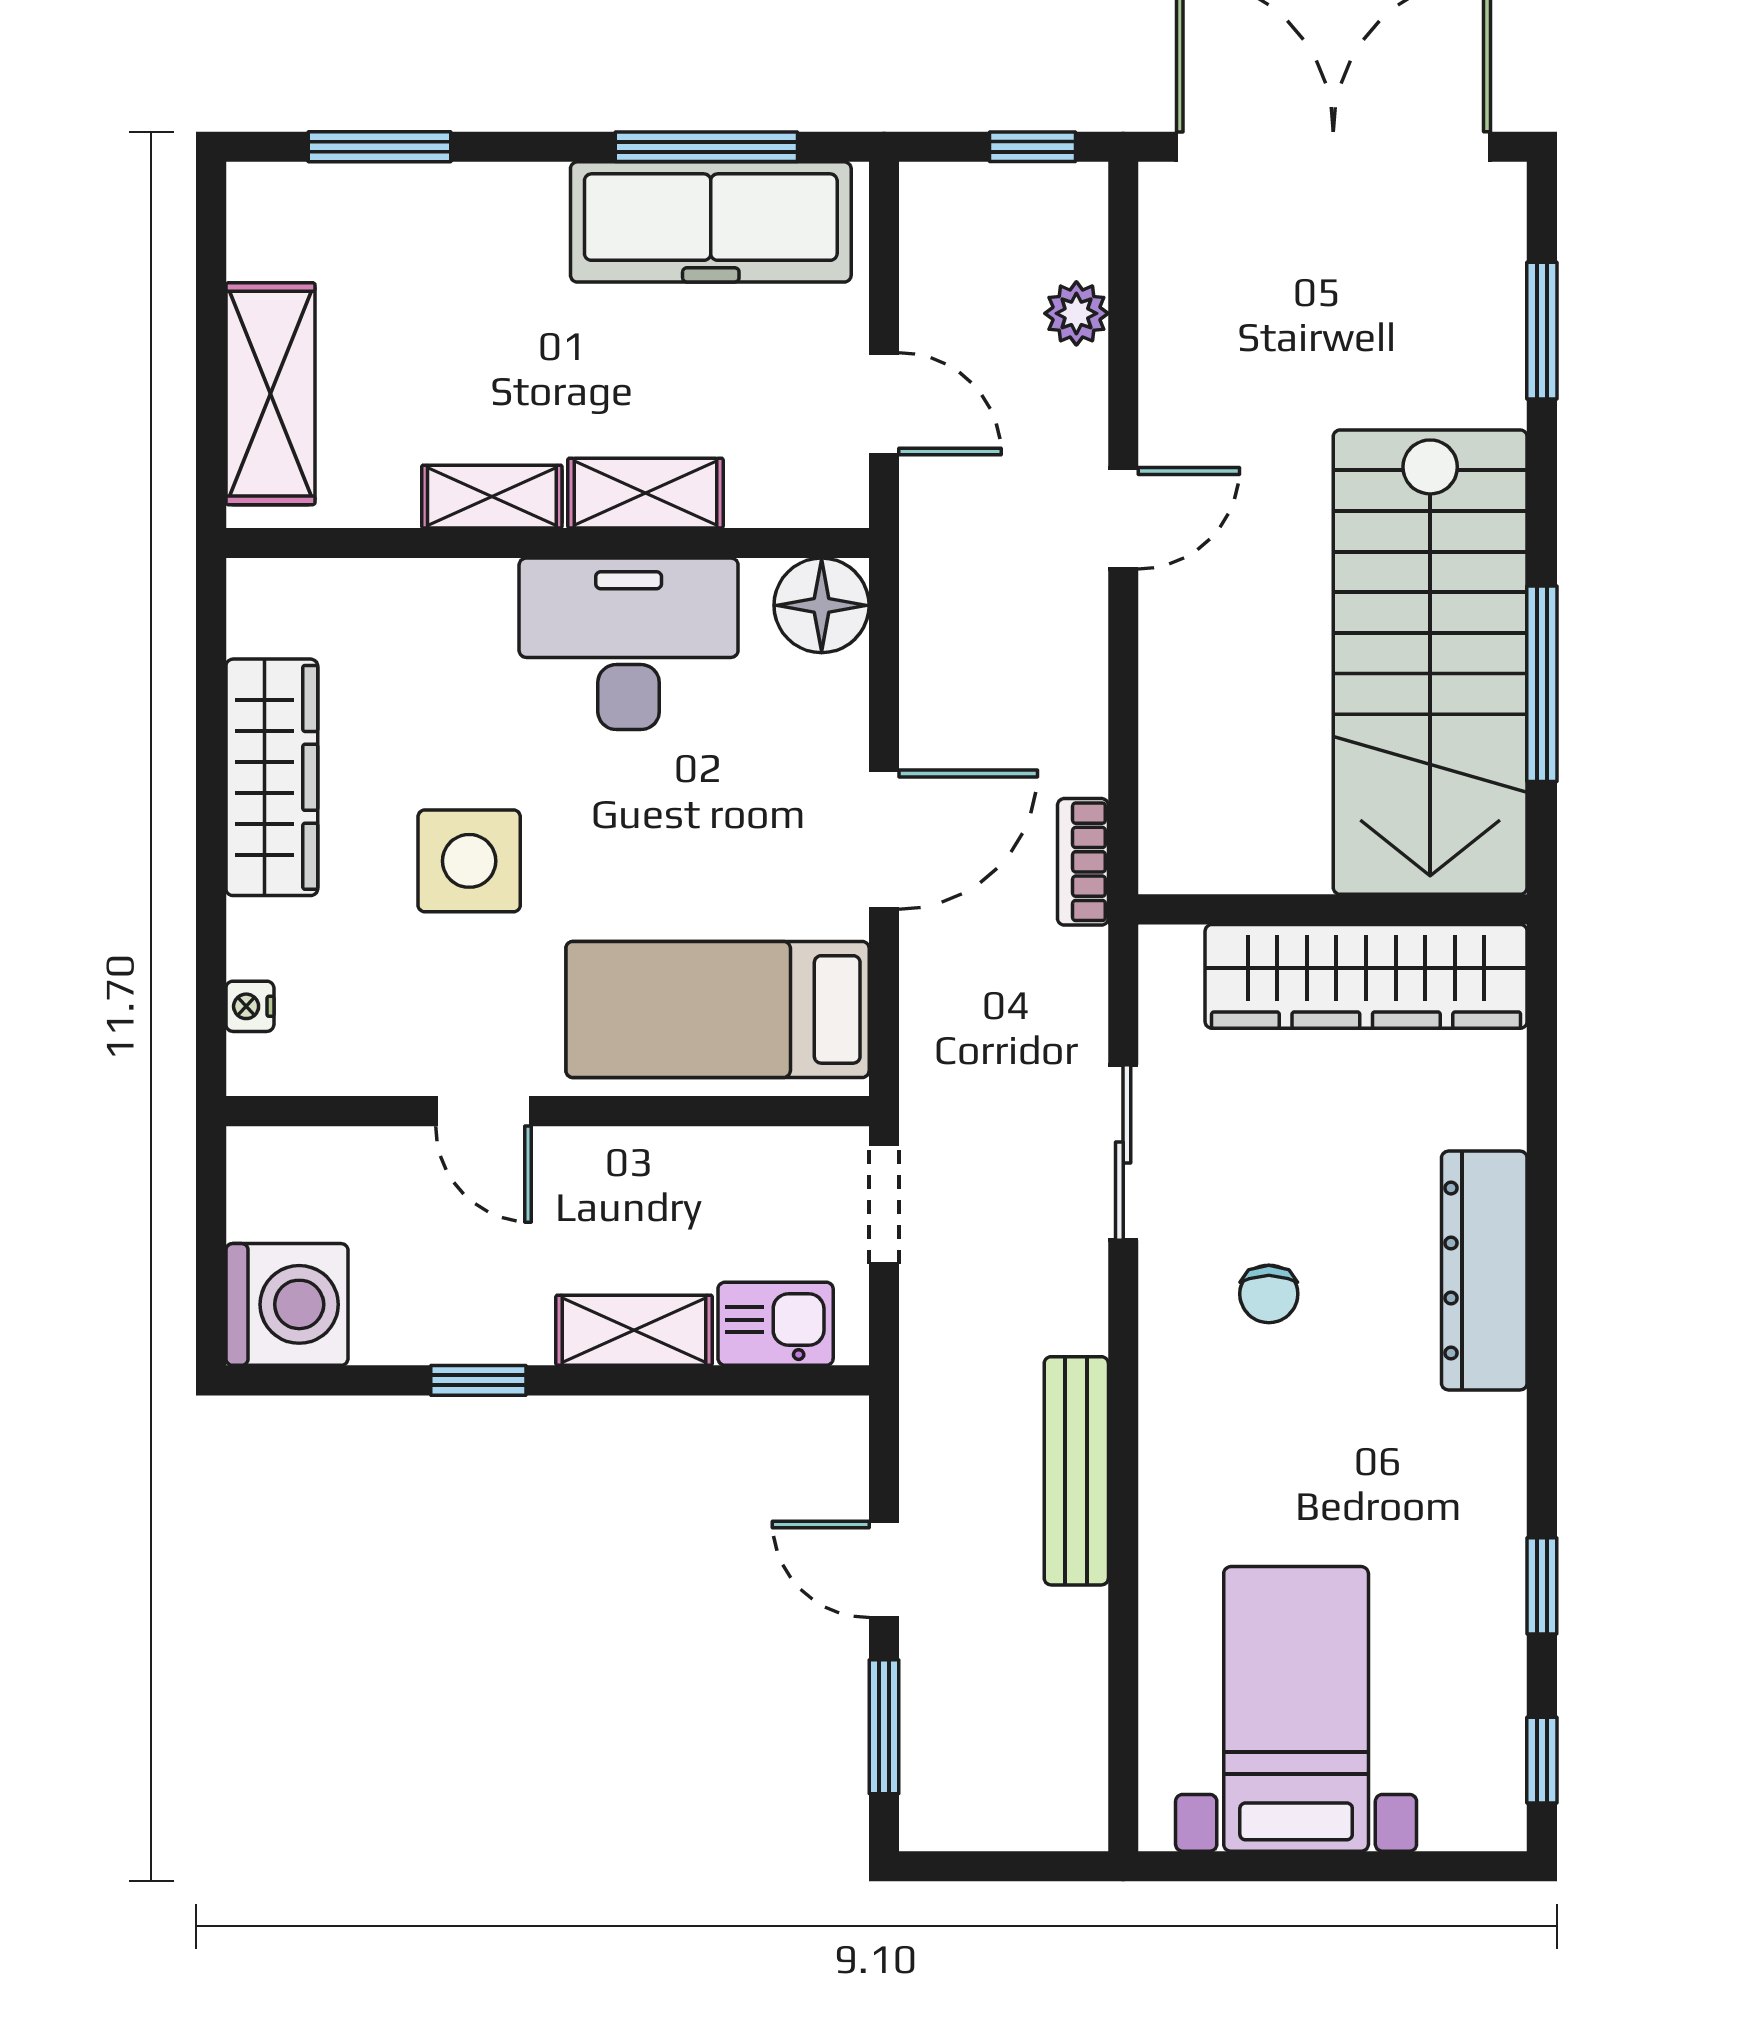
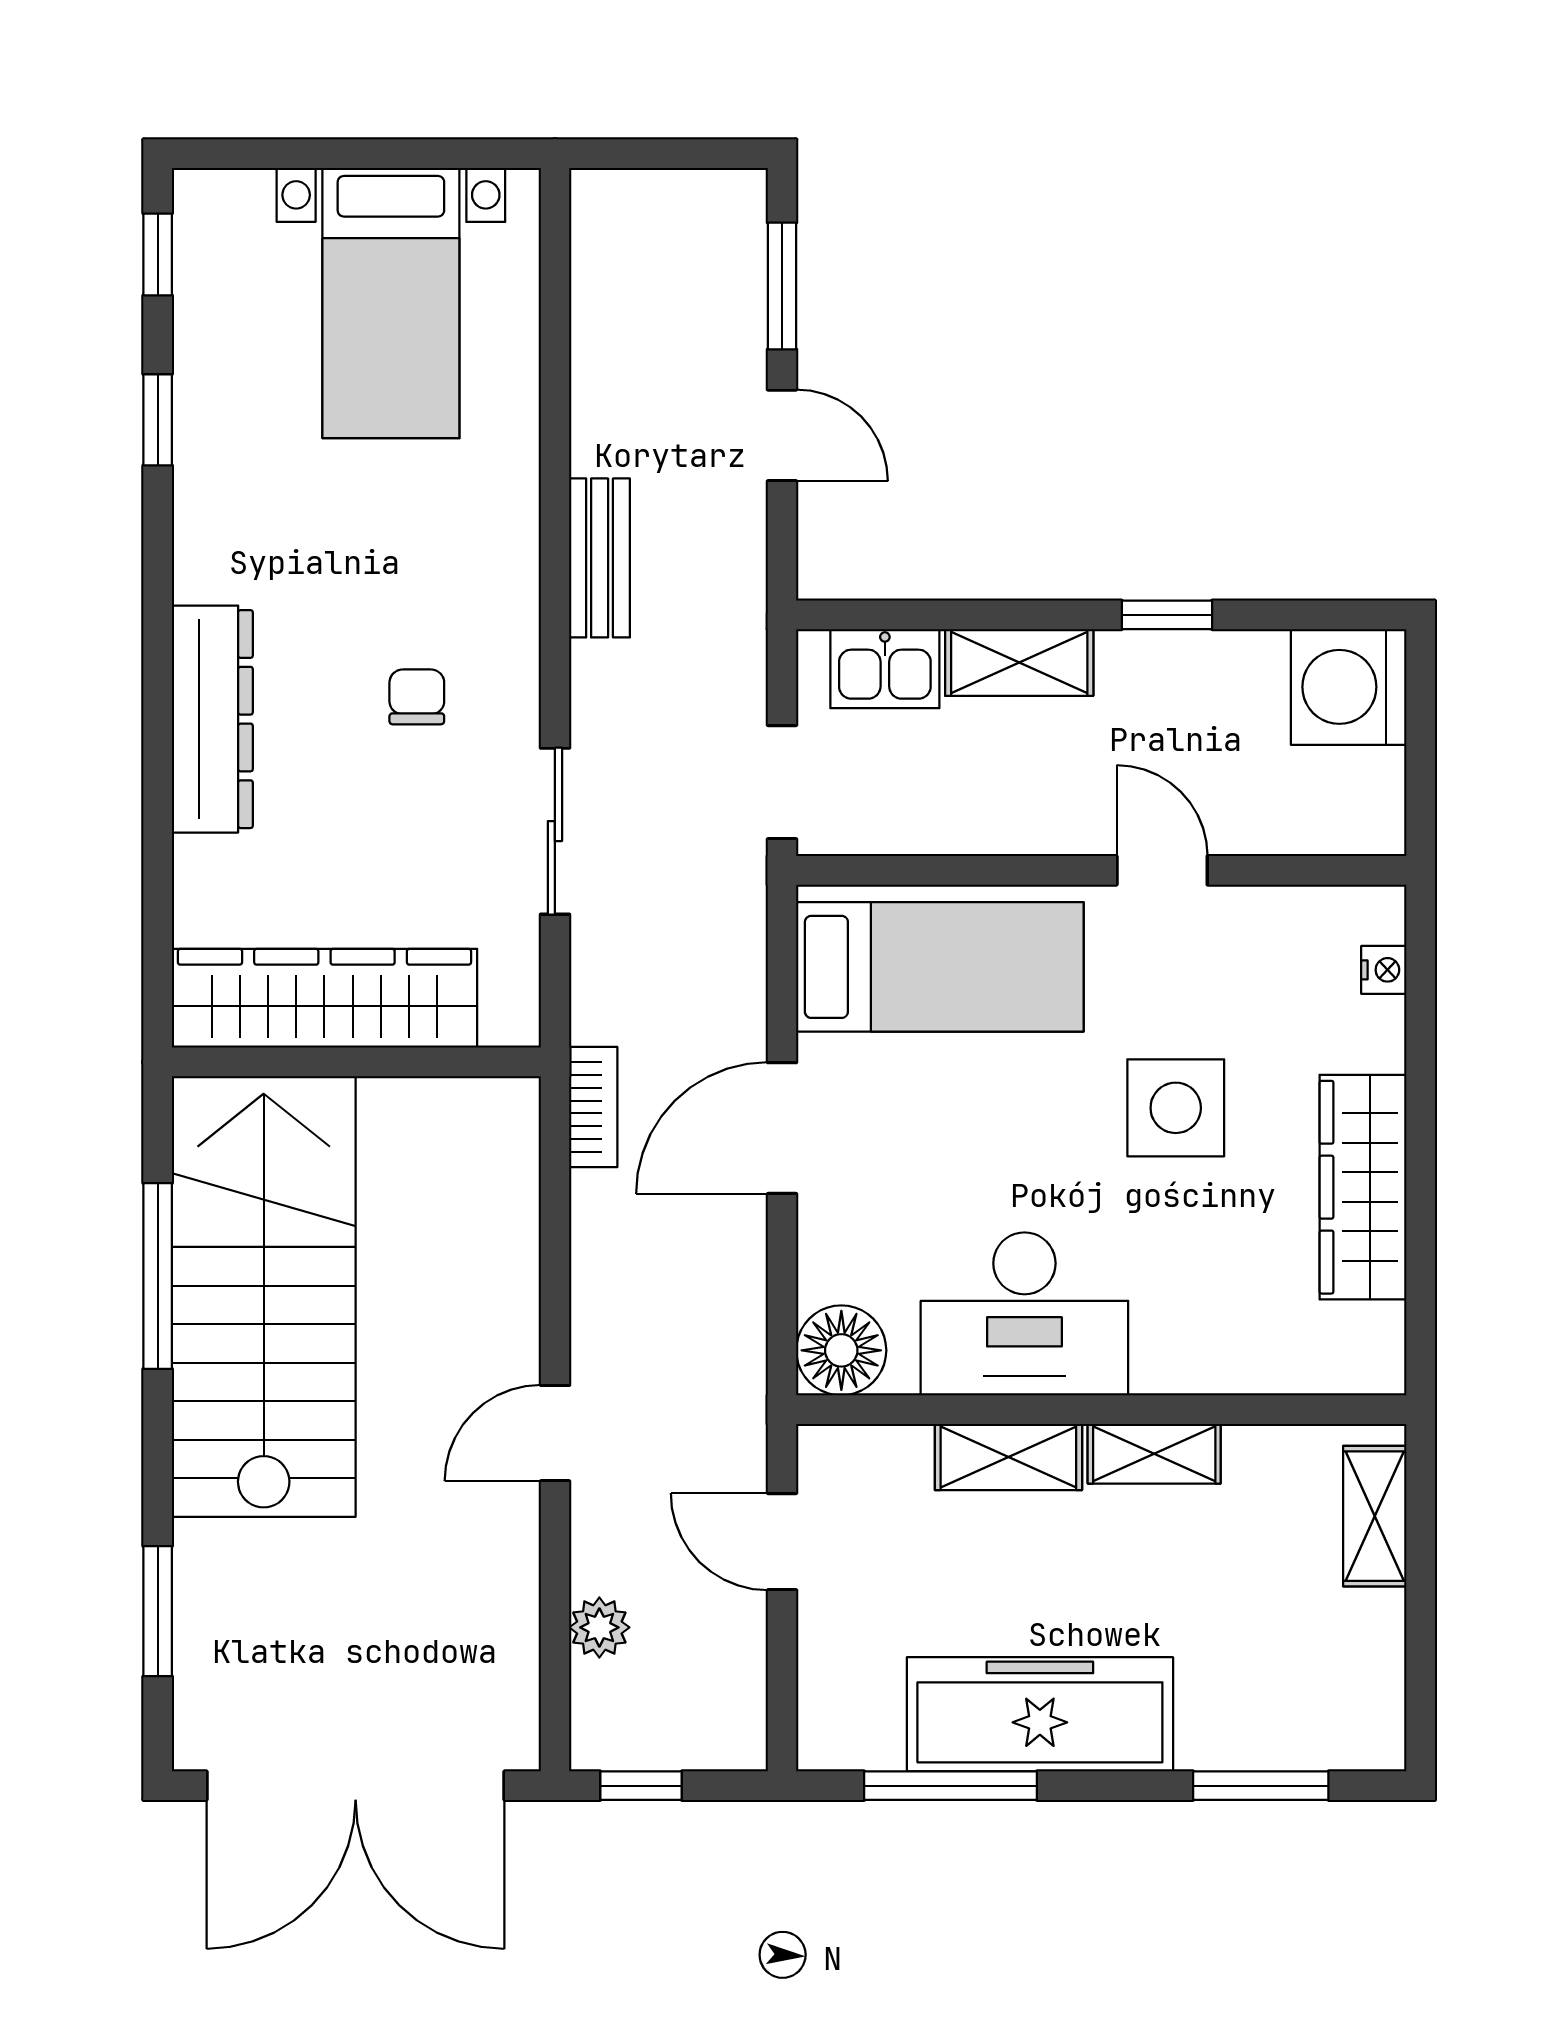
freezer: (711, 222) -> (1040, 1714), moved
shelving: (271, 394) -> (1375, 1516), width x0.67, depth x0.75
bench: (1076, 1471) -> (600, 558), width x0.73

